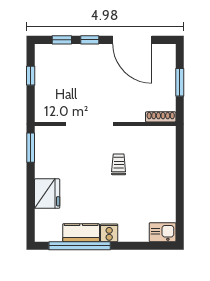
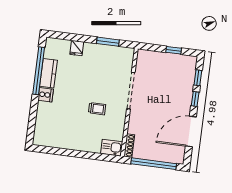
window: (180, 82) -> (154, 164), width x2.11
window: (31, 148) -> (108, 42), moved
fridge: (47, 194) -> (77, 48), width x0.53, depth x0.75
kitchen sink: (163, 232) -> (112, 148), moved, turned -90

